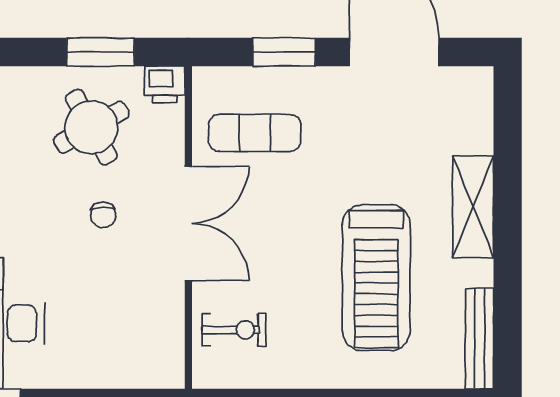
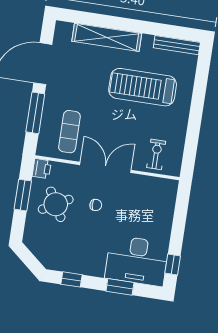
window: (284, 52) -> (35, 113), width x1.44
shelving: (473, 207) -> (107, 37), width x1.47
treadmill: (376, 278) -> (143, 87), turned 180

